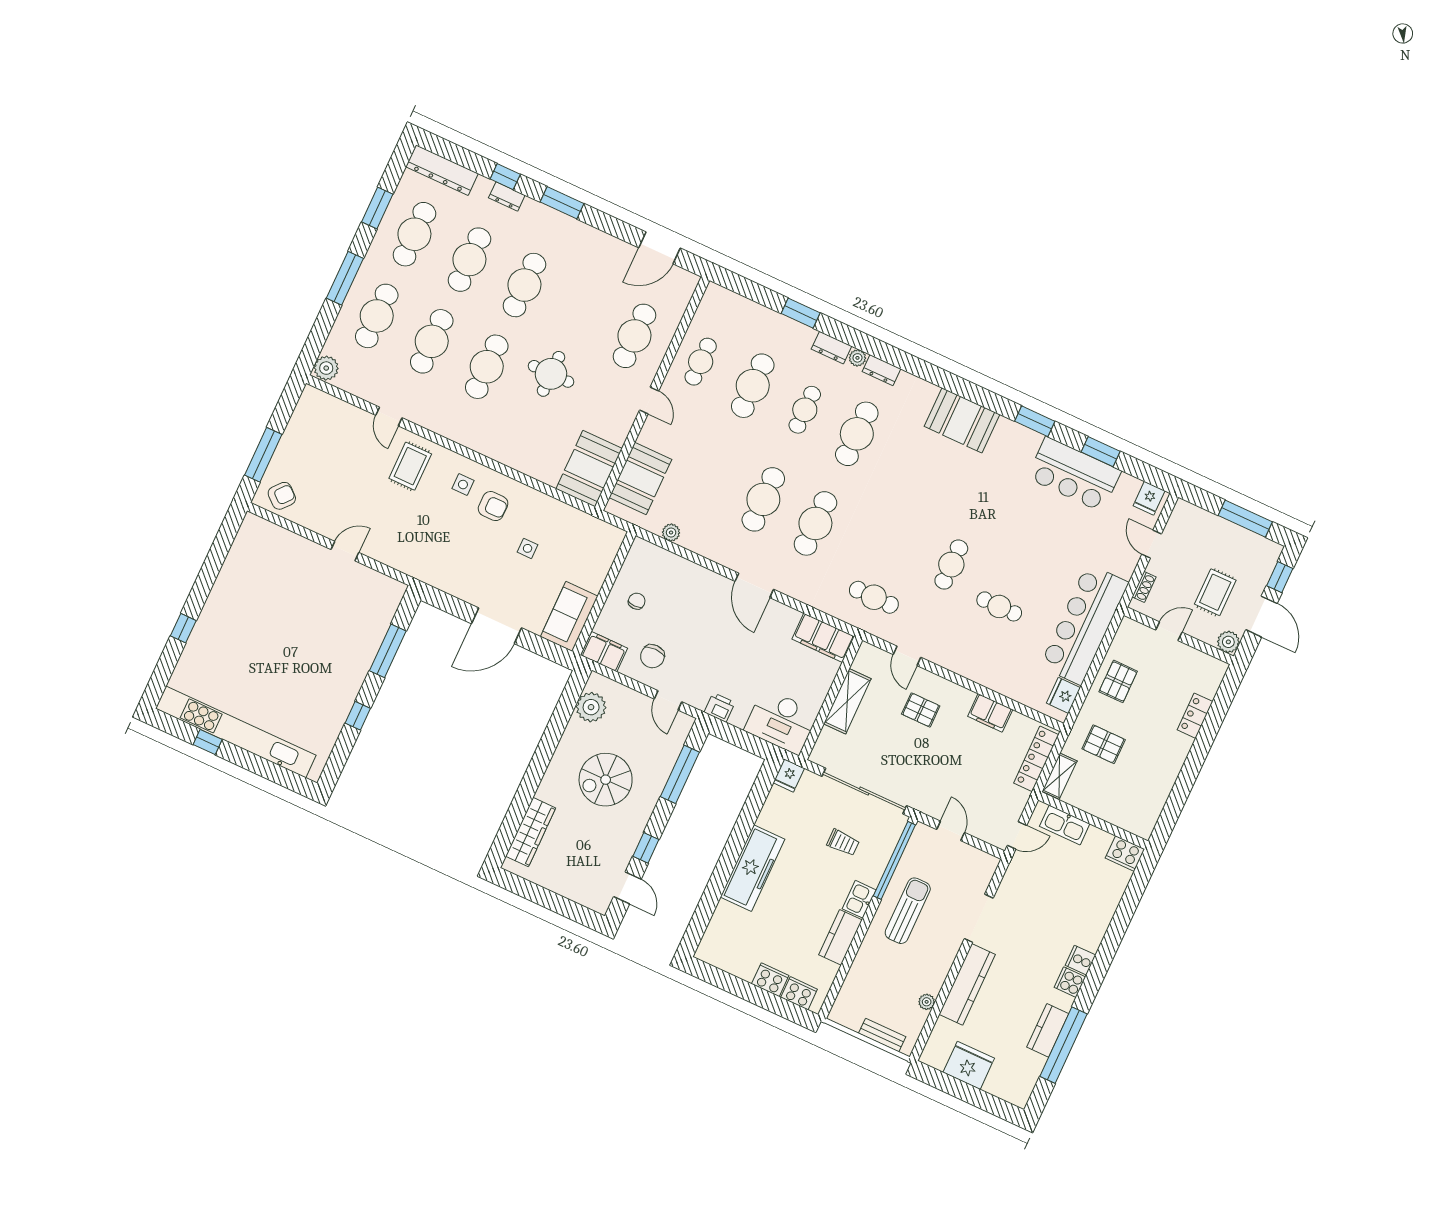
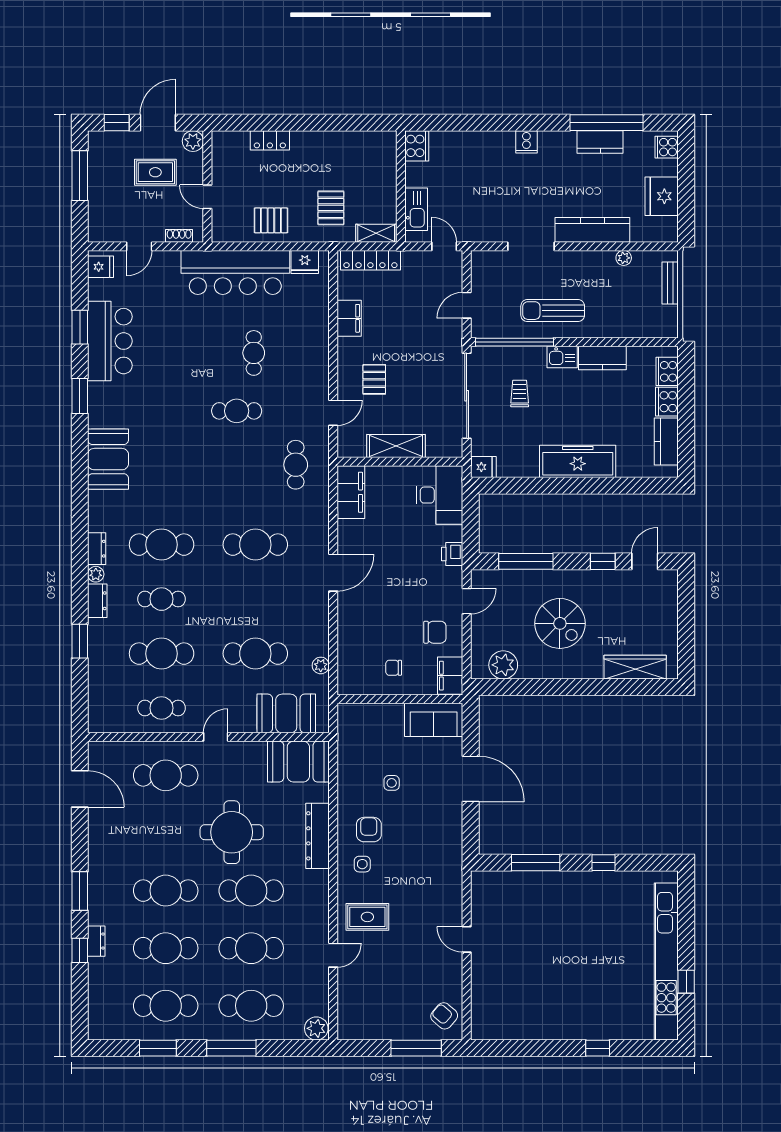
dresser: (442, 170) -> (317, 836), moved, turned 180
round table: (551, 374) -> (232, 832), width x1.36, depth x1.36
cafe table: (763, 499) -> (255, 654), moved
kitchen counter: (732, 961) -> (666, 442), added
cooker: (1070, 982) -> (667, 147), moved, turned 90

